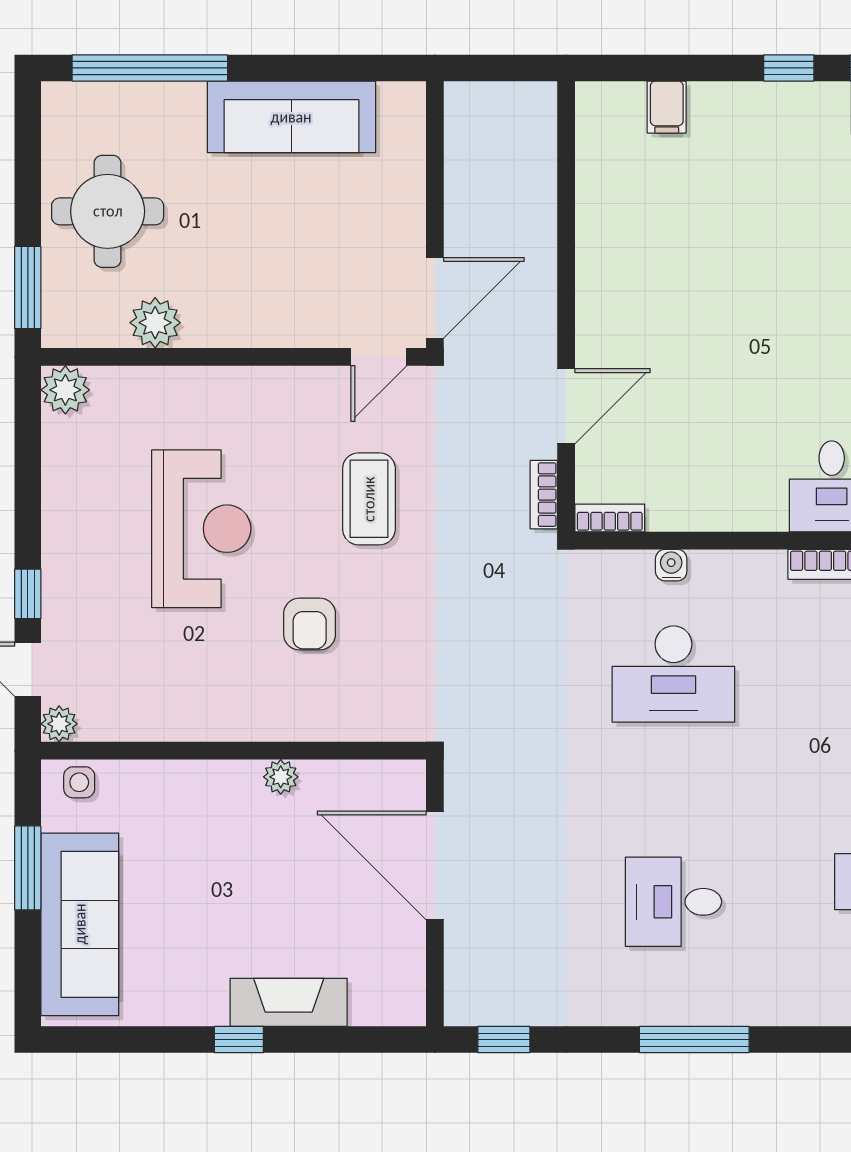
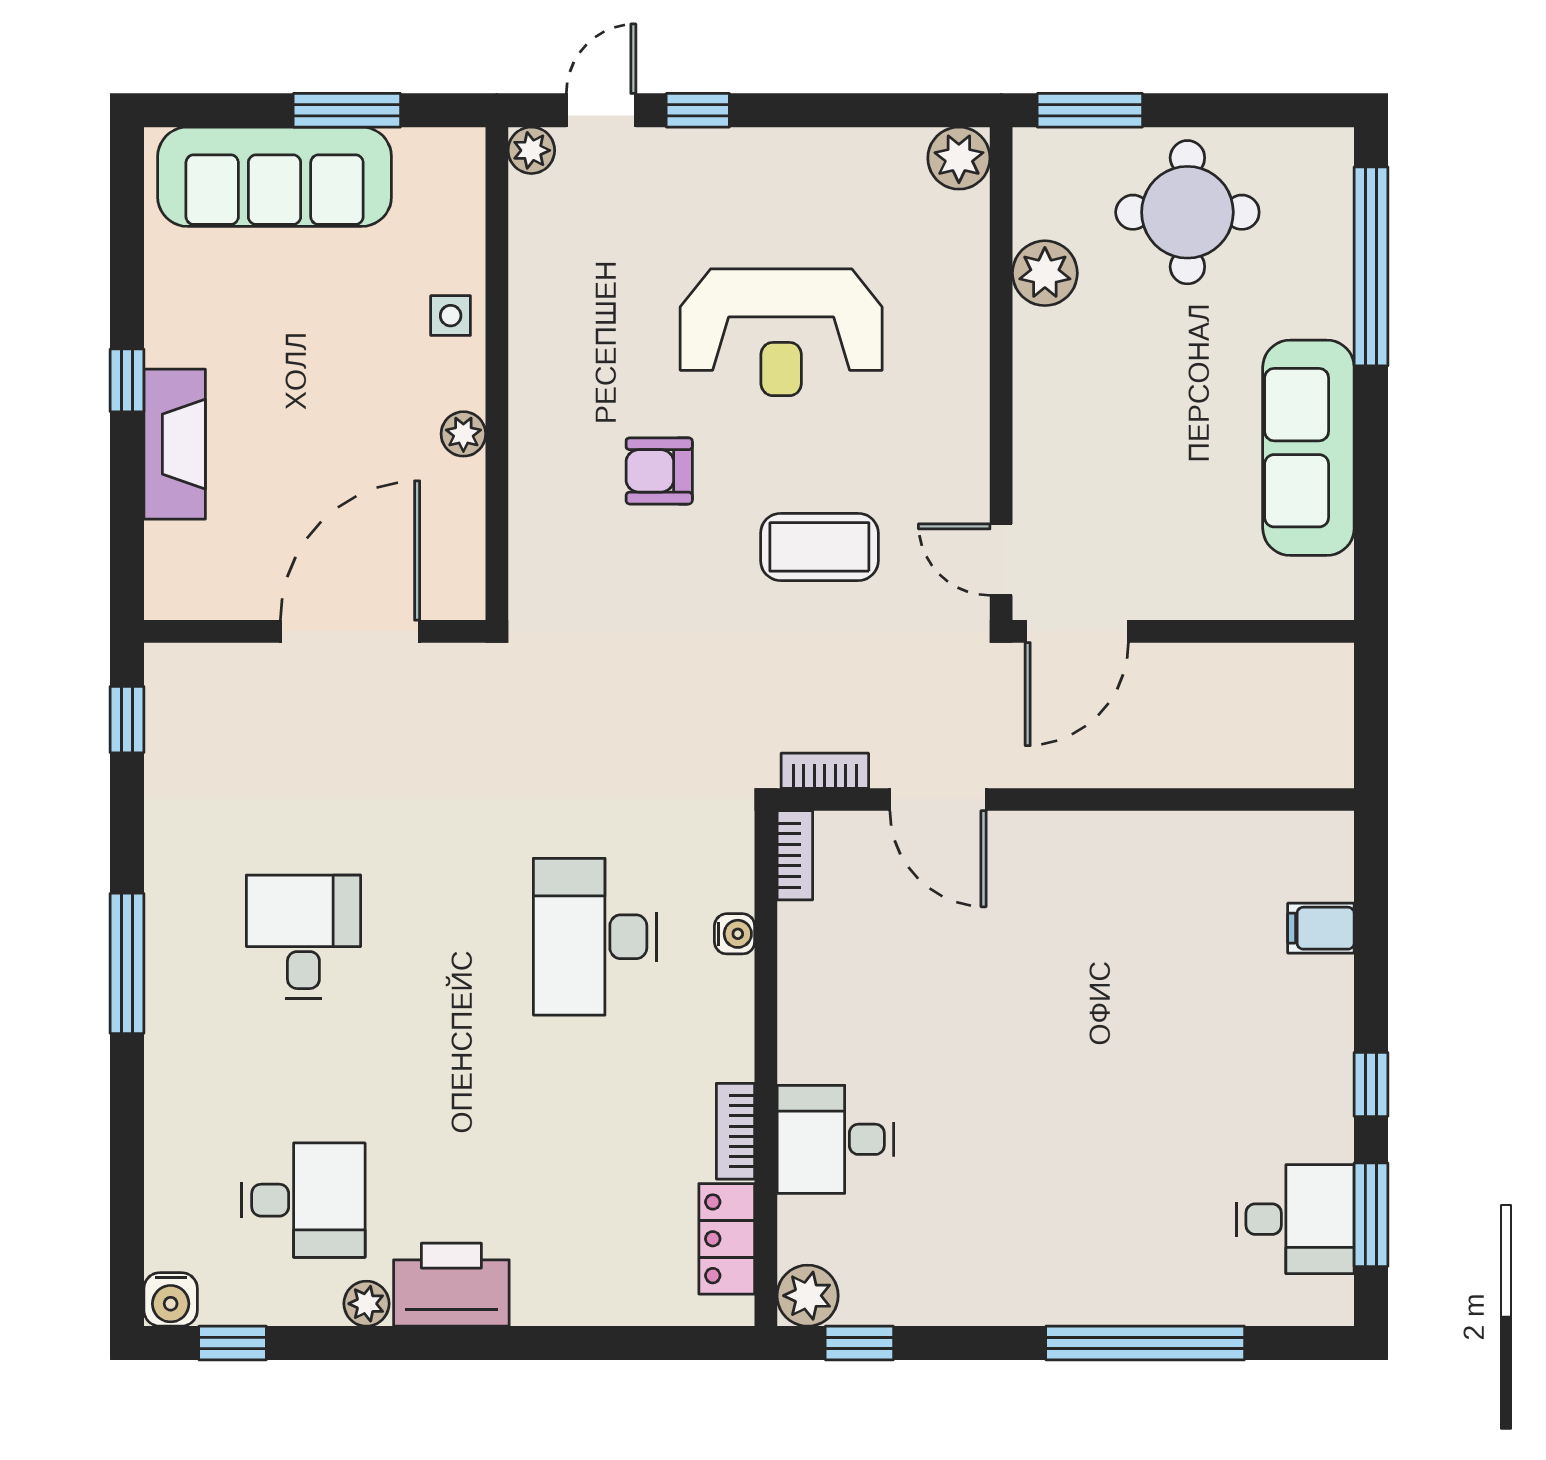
door: (435, 298) -> (1077, 631), hinge flipped
side table: (79, 782) -> (451, 316), moved

